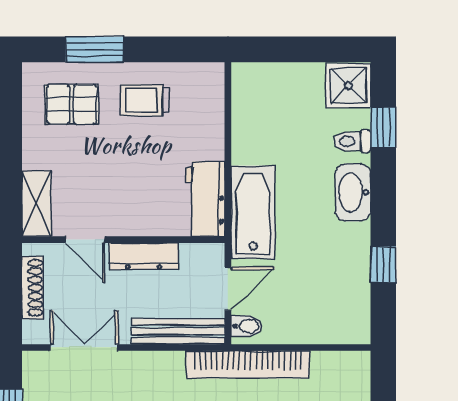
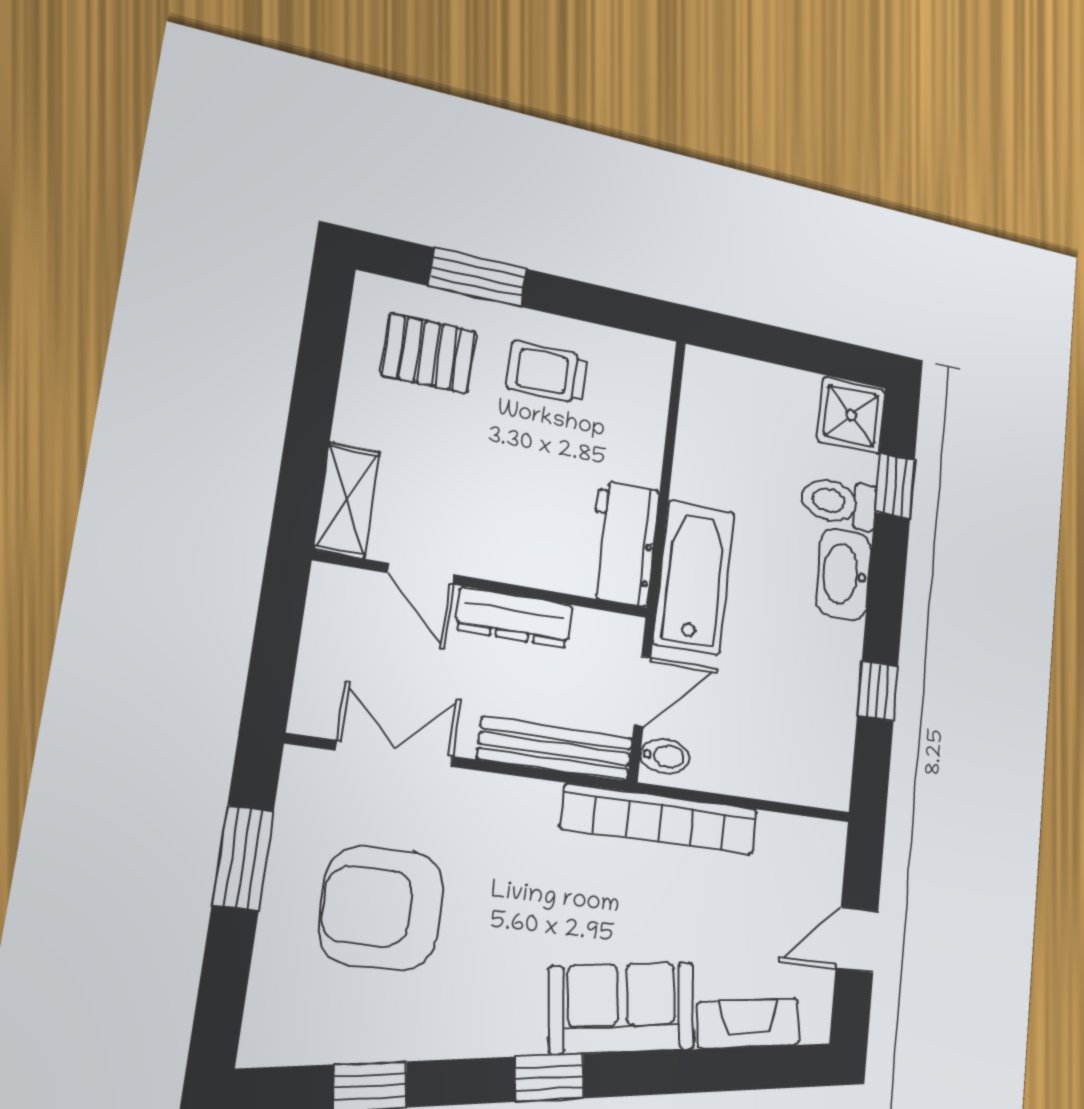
toilet: (352, 141) -> (839, 502), width x1.37, depth x1.39
shoe rack: (32, 288) -> (319, 639), removed

